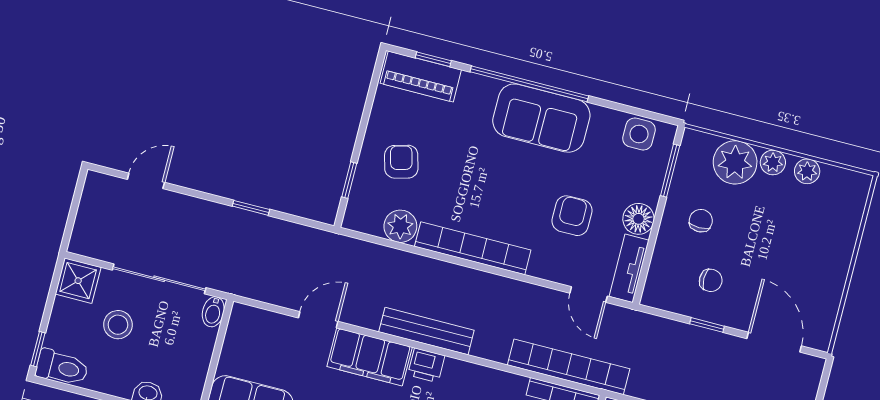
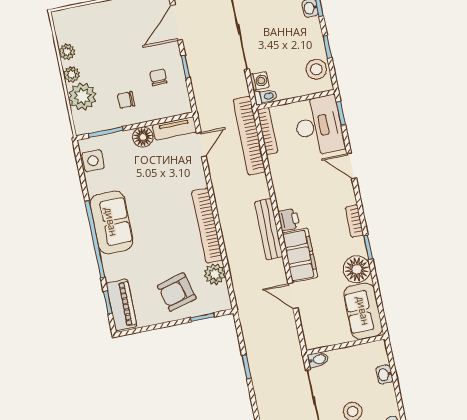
armchair: (401, 162) -> (177, 292), width x1.38, depth x1.38
armchair: (572, 216) -> (160, 177), removed

